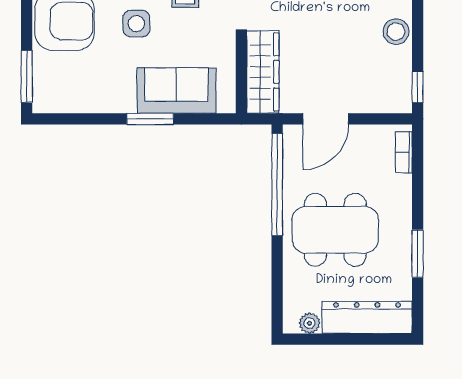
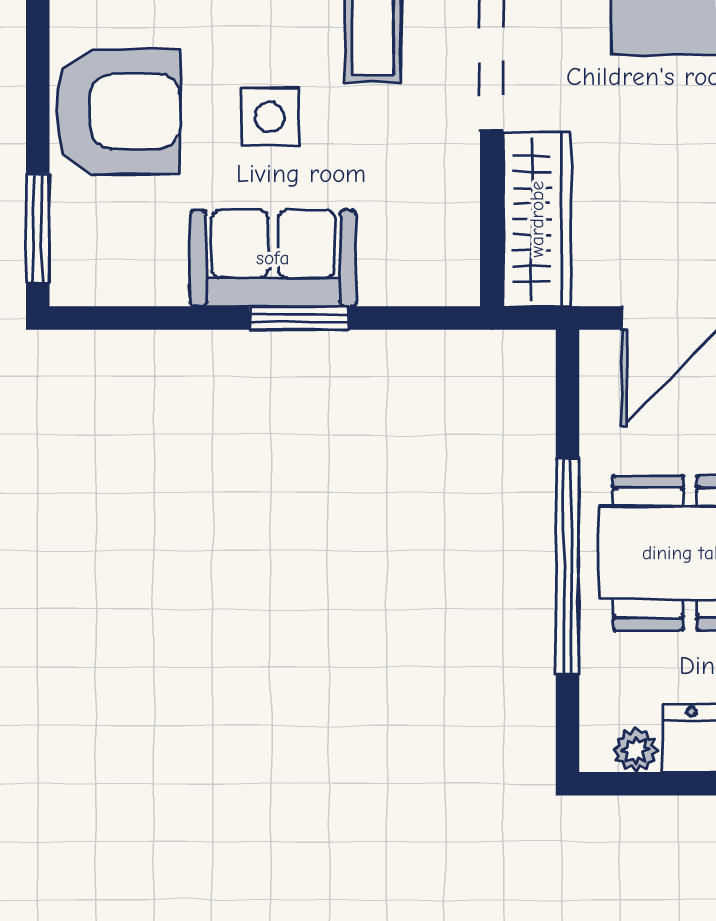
sofa: (176, 90) -> (273, 258), moved
window: (277, 185) -> (567, 566), moved

